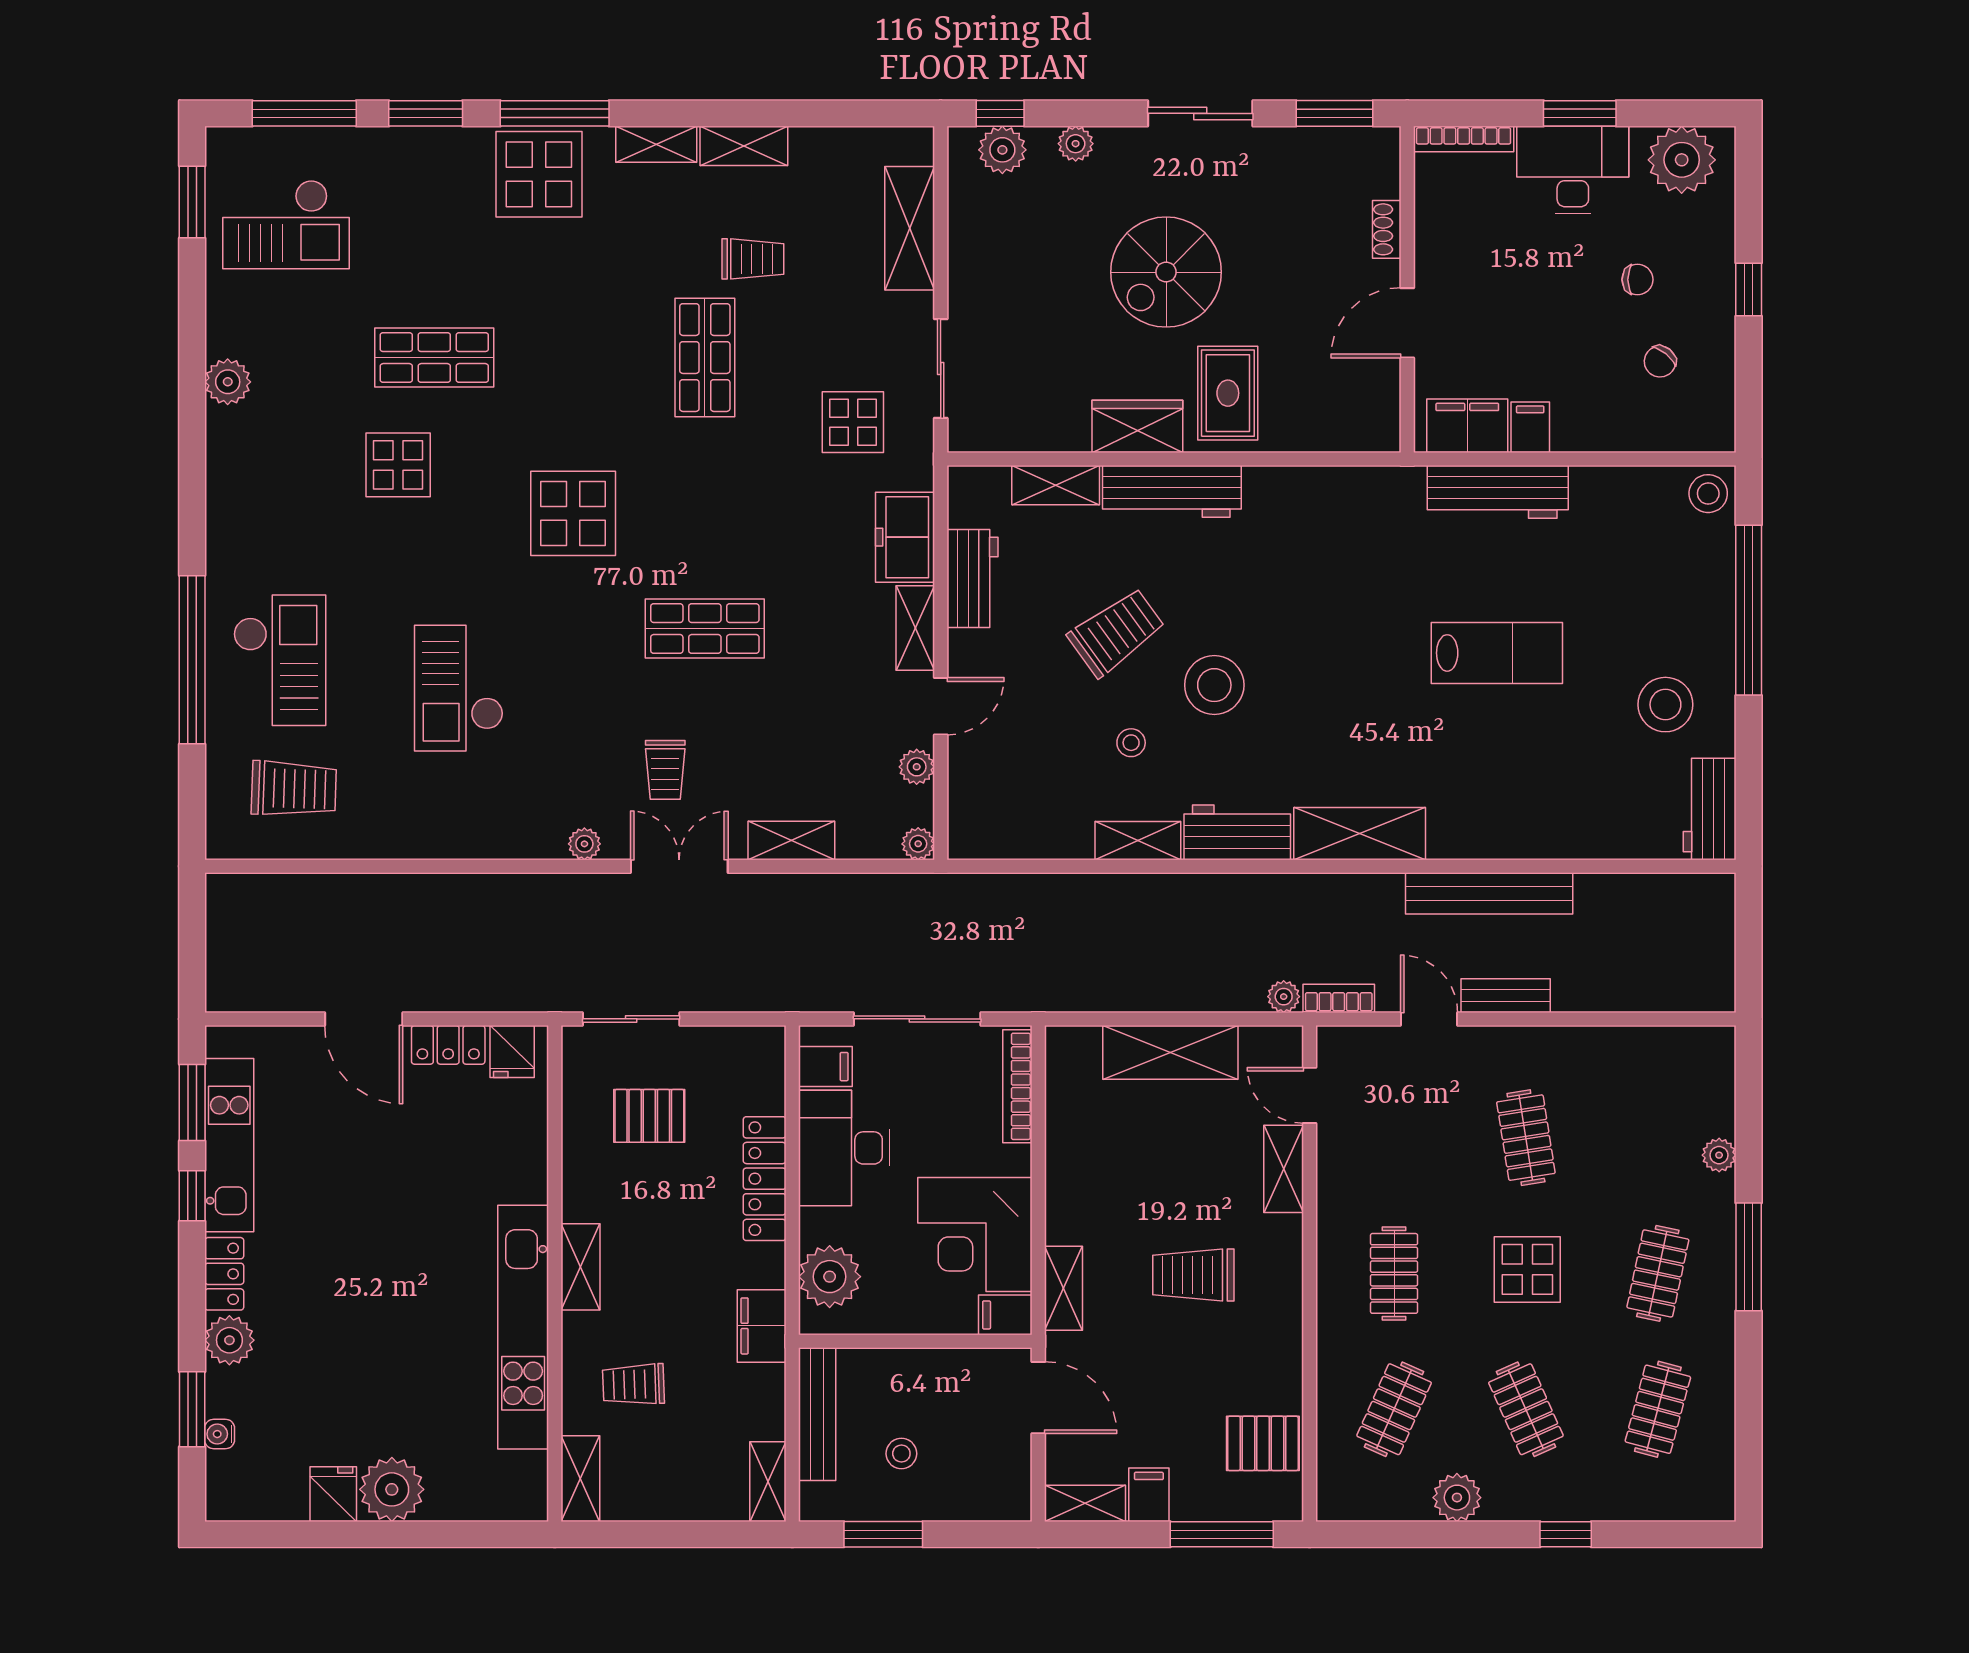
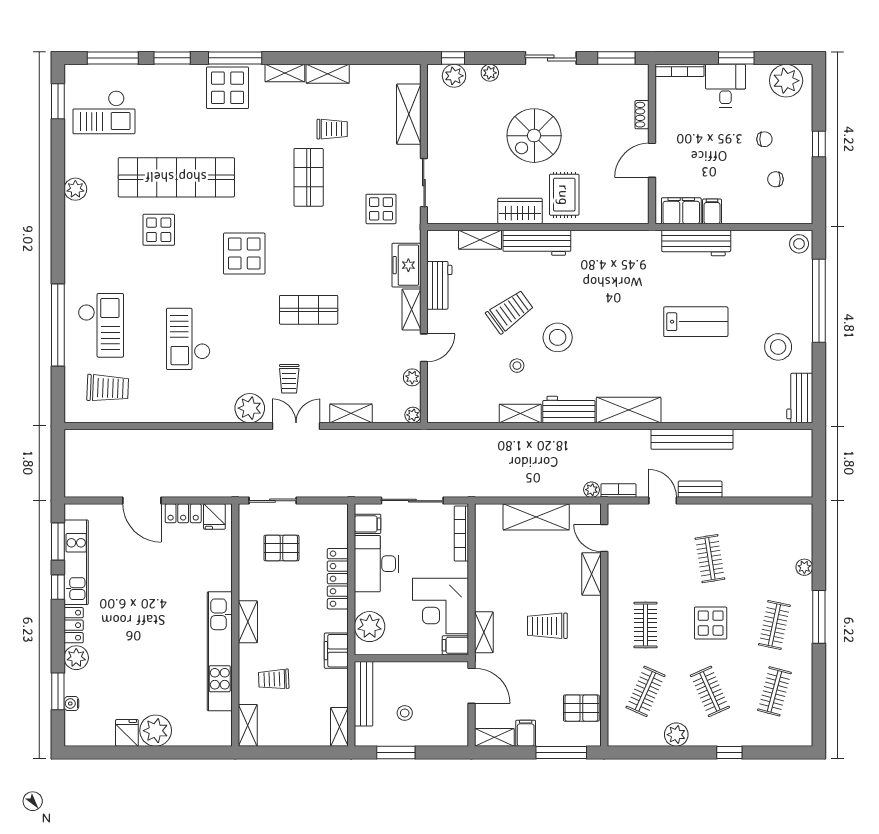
desk: (1573, 170) -> (725, 86), width x0.73
shop shelf: (434, 358) -> (176, 177), width x2.00, depth x1.36
chair: (1660, 362) -> (775, 179), turned 51
plant: (584, 844) -> (250, 408), width x1.88, depth x1.88

